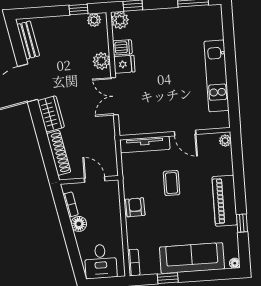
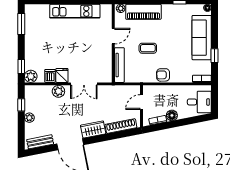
plant: (94, 20) -> (29, 118), moved
piano: (225, 201) -> (143, 12), moved

